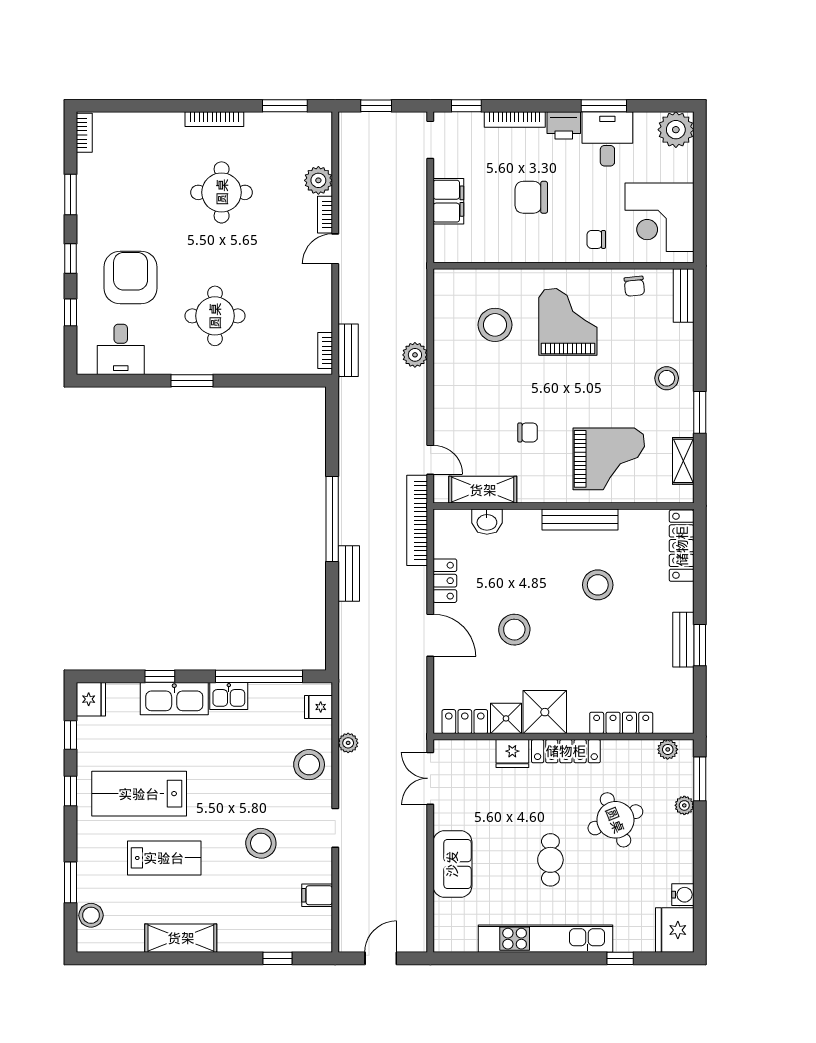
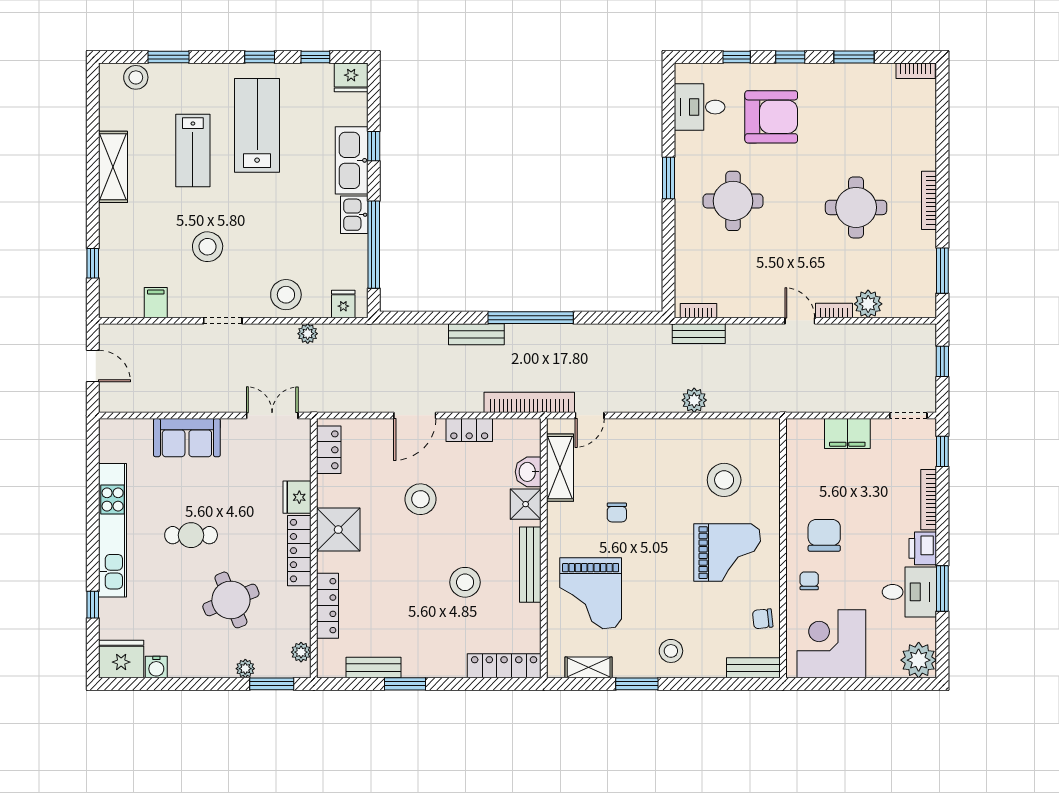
chair: (531, 197) -> (824, 535), moved
bench: (683, 640) -> (373, 668), moved
shower: (506, 718) -> (526, 504), moved

